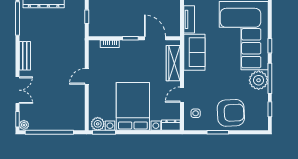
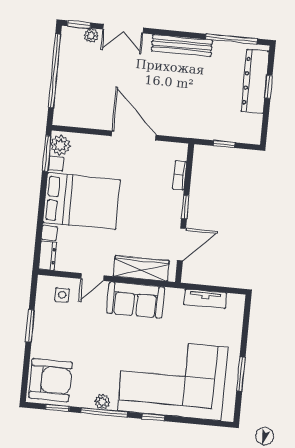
sofa: (194, 52) -> (136, 300), moved
bench: (25, 56) -> (182, 46), width x1.36
door: (87, 76) -> (134, 135), width x1.88
plant: (259, 80) -> (102, 402), width x0.53, depth x0.53
door: (182, 95) -> (92, 277), swing flipped
armchair: (231, 113) -> (50, 380), moved, turned -87
plant: (24, 125) -> (91, 36), moved

